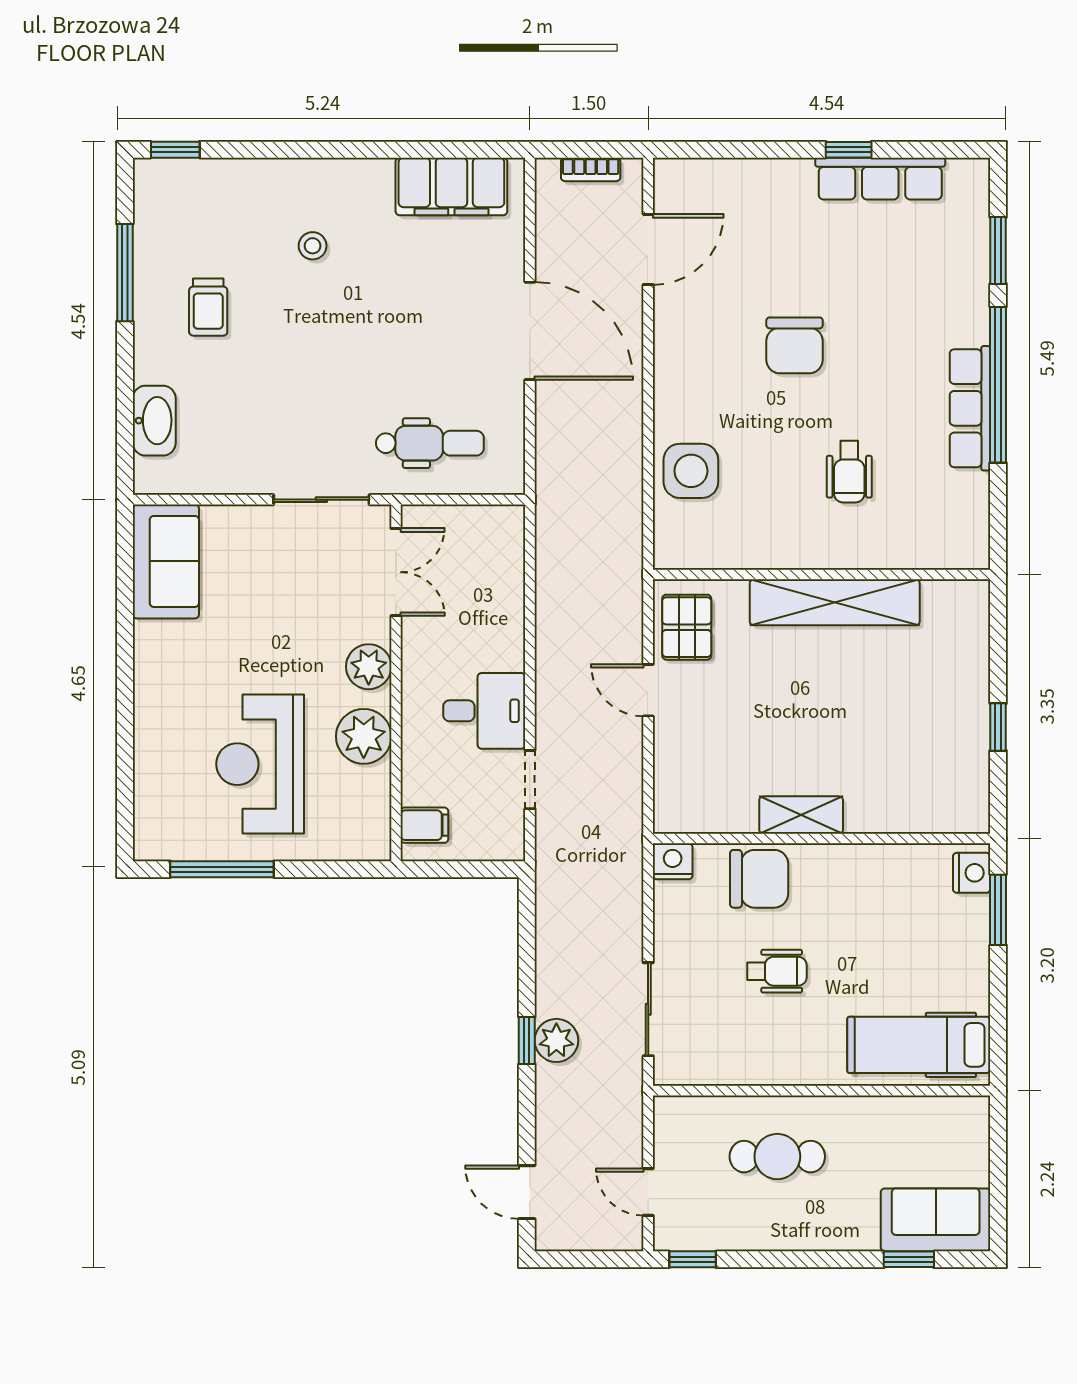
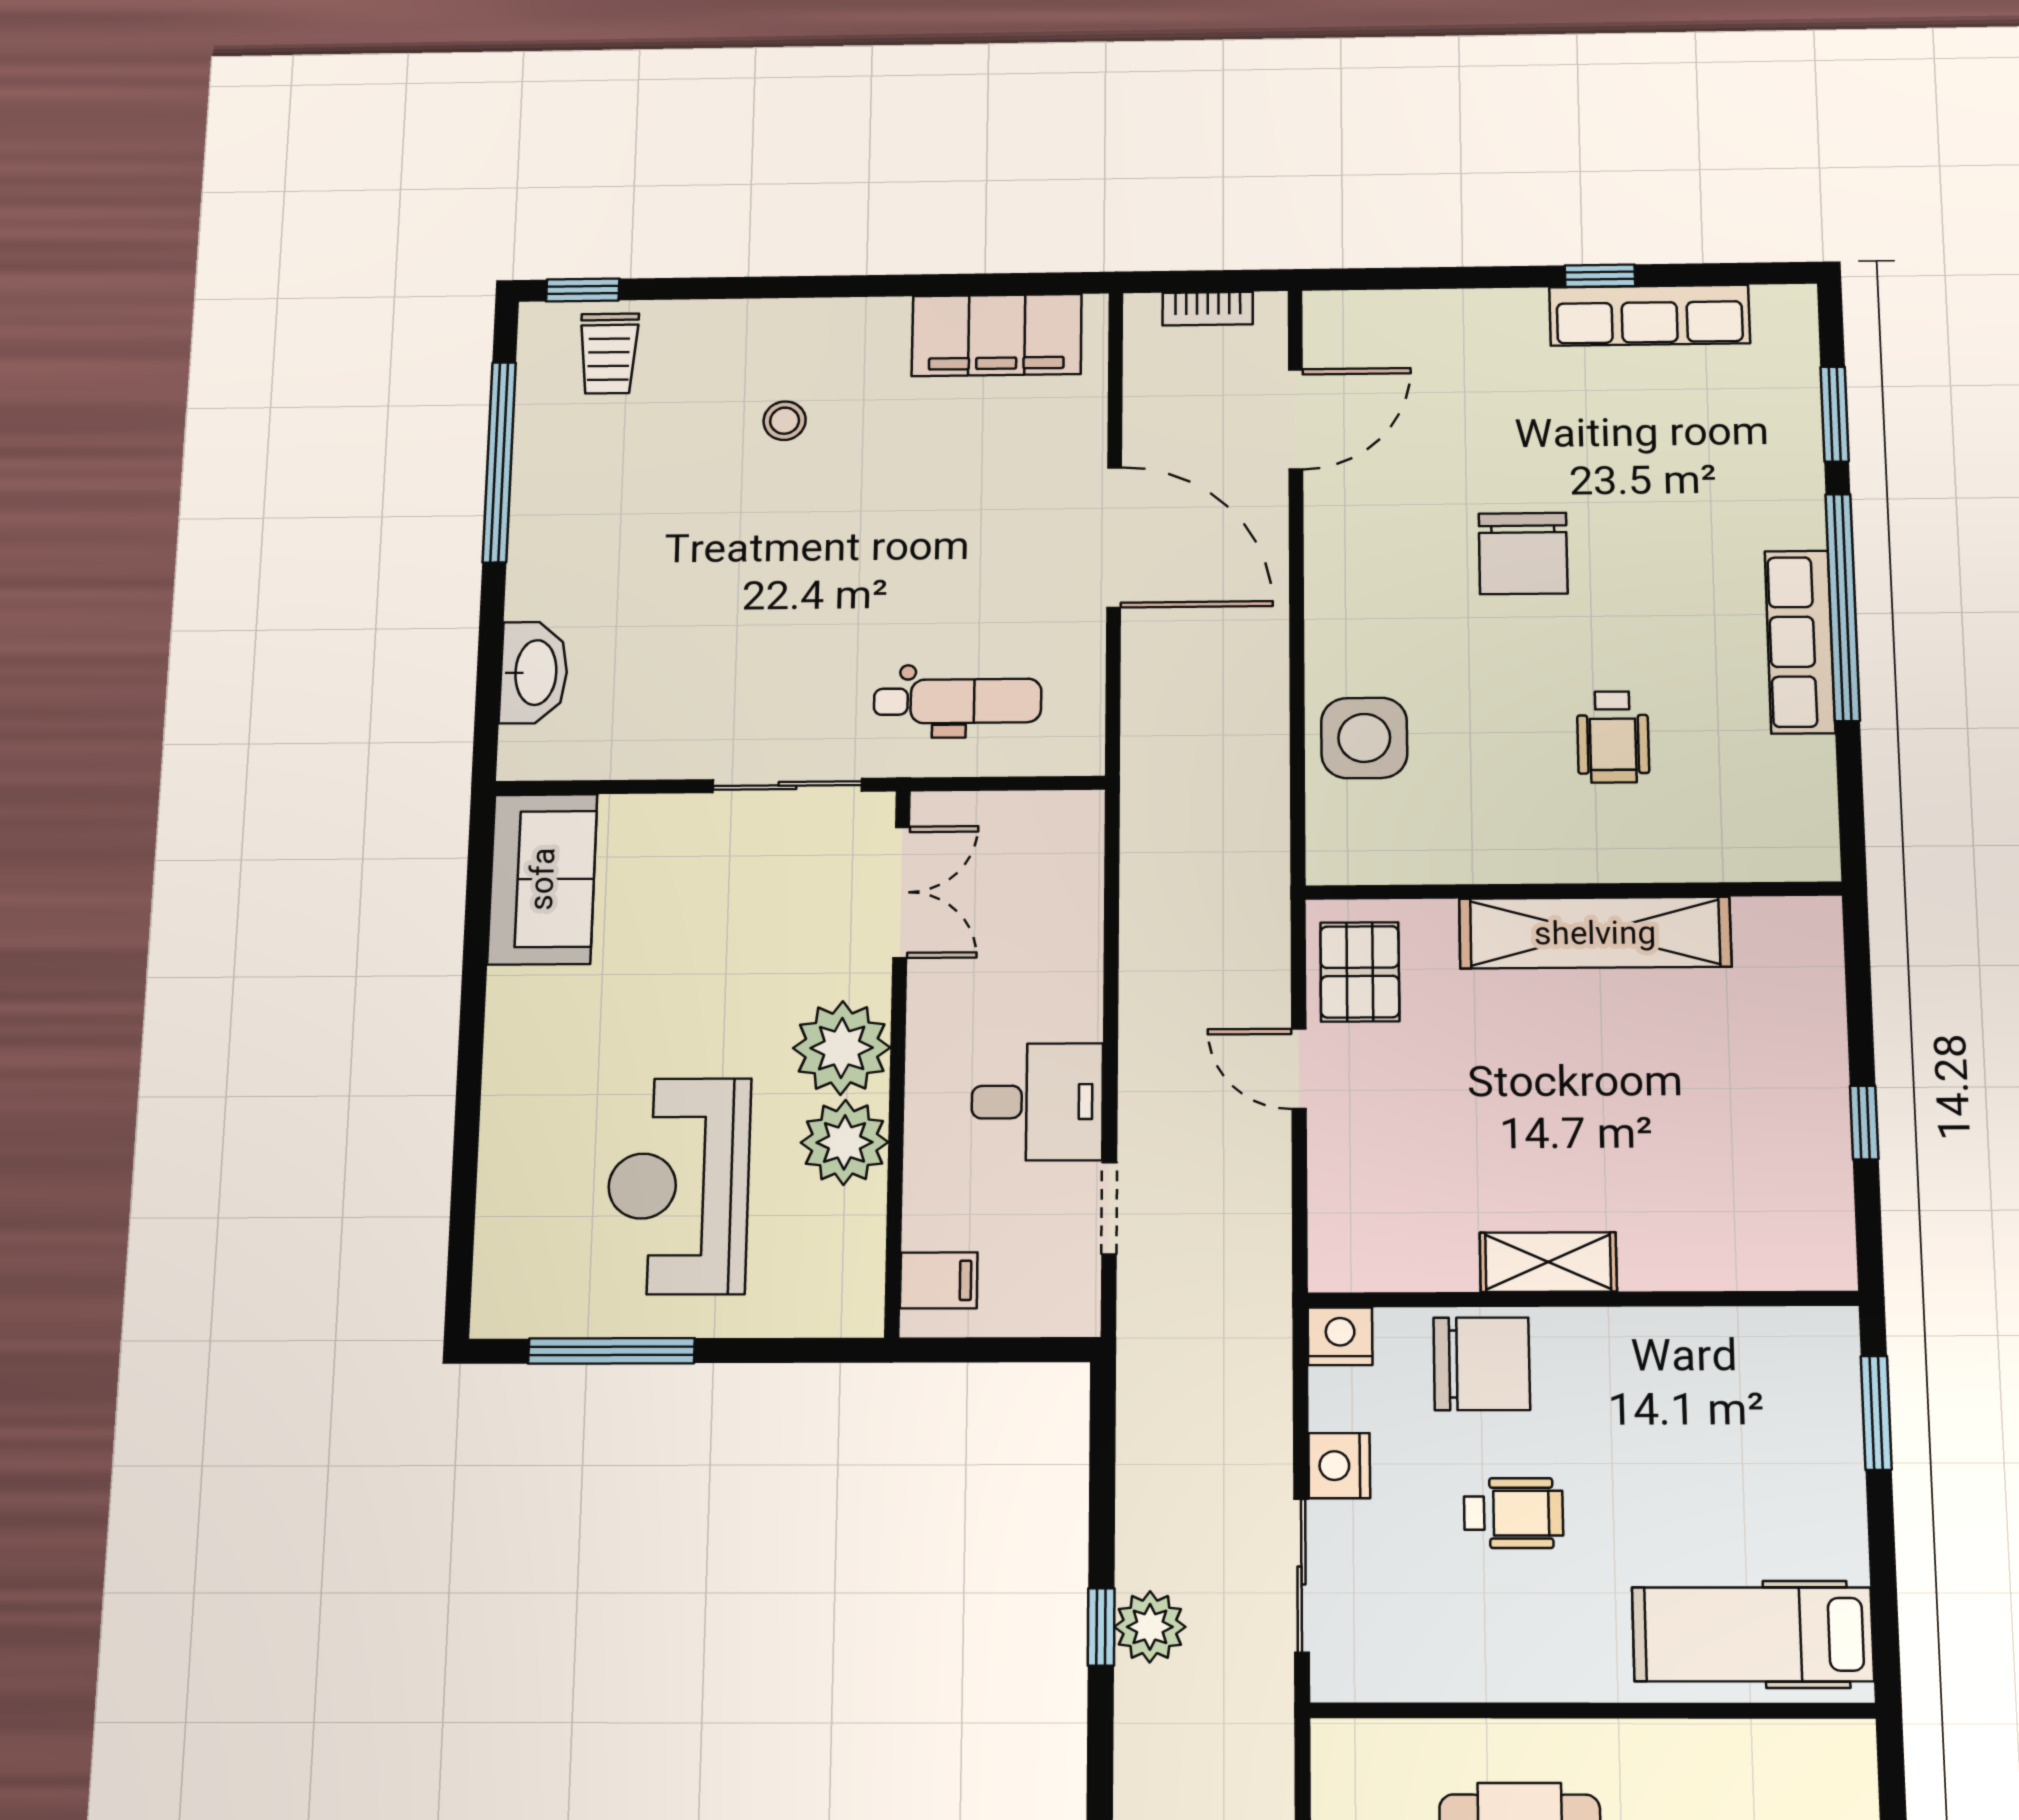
window: (125, 273) -> (499, 462), width x1.46
trolley: (208, 307) -> (609, 353), moved
plant: (369, 667) -> (842, 1048), width x1.36, depth x1.36
nightstand: (972, 873) -> (1339, 1466), moved, turned 180

